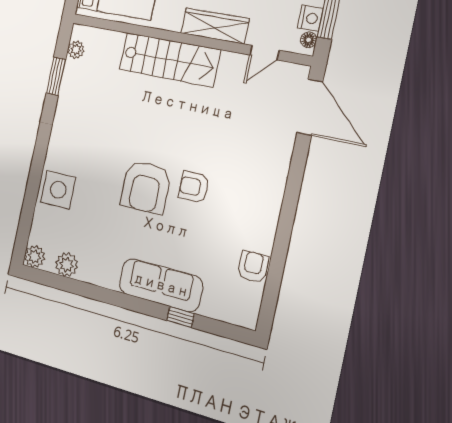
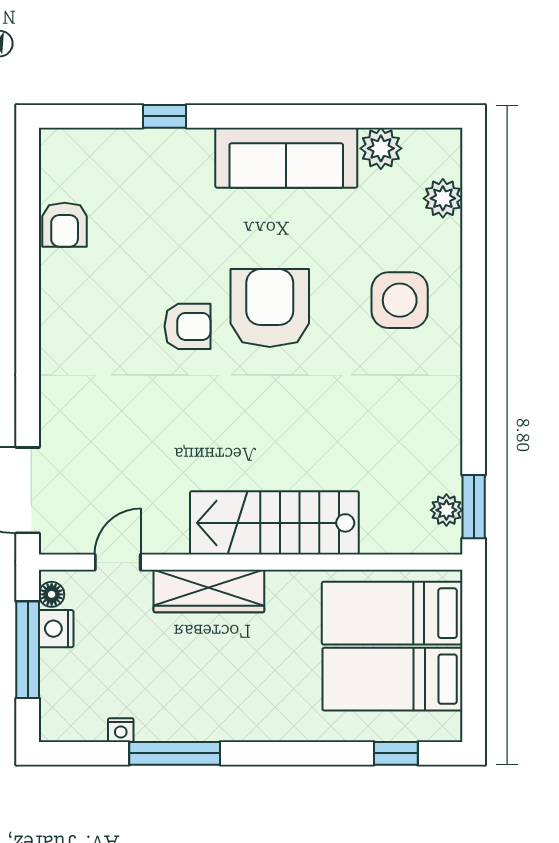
window: (56, 76) -> (474, 507), moved
side table: (58, 190) -> (400, 300), moved
plant: (35, 257) -> (443, 198), moved
sofa: (161, 285) -> (286, 158), moved

